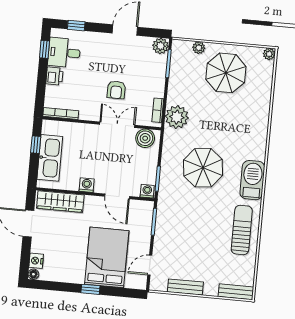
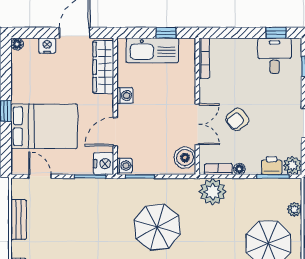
printer: (54, 76) -> (272, 166), moved, turned 180
armchair: (116, 90) -> (237, 119), turned -39
floor lamp: (159, 92) -> (239, 169), added
nightstand: (144, 209) -> (104, 164), added
nightstand: (36, 261) -> (47, 46), moved

